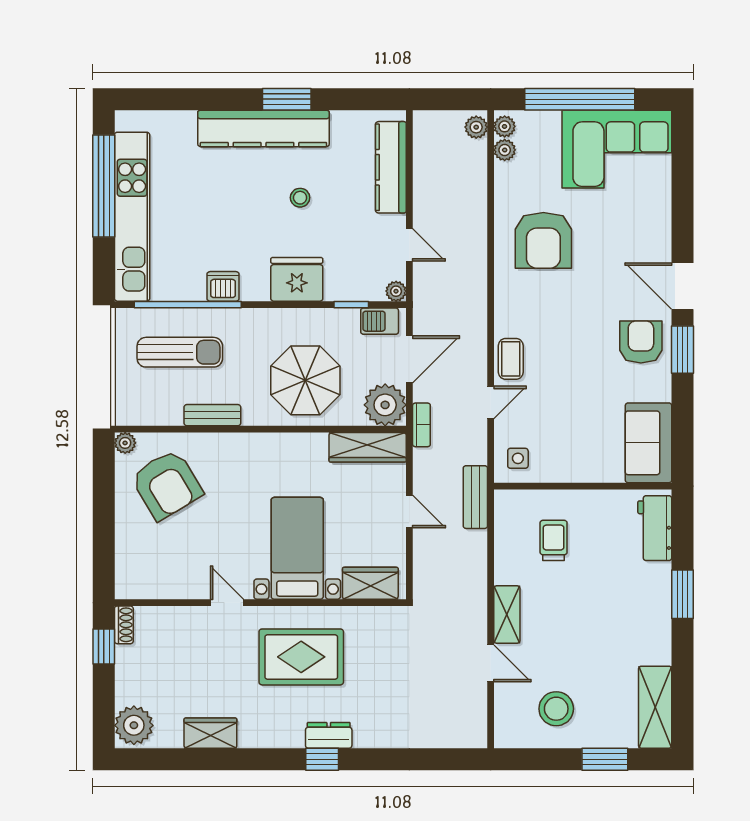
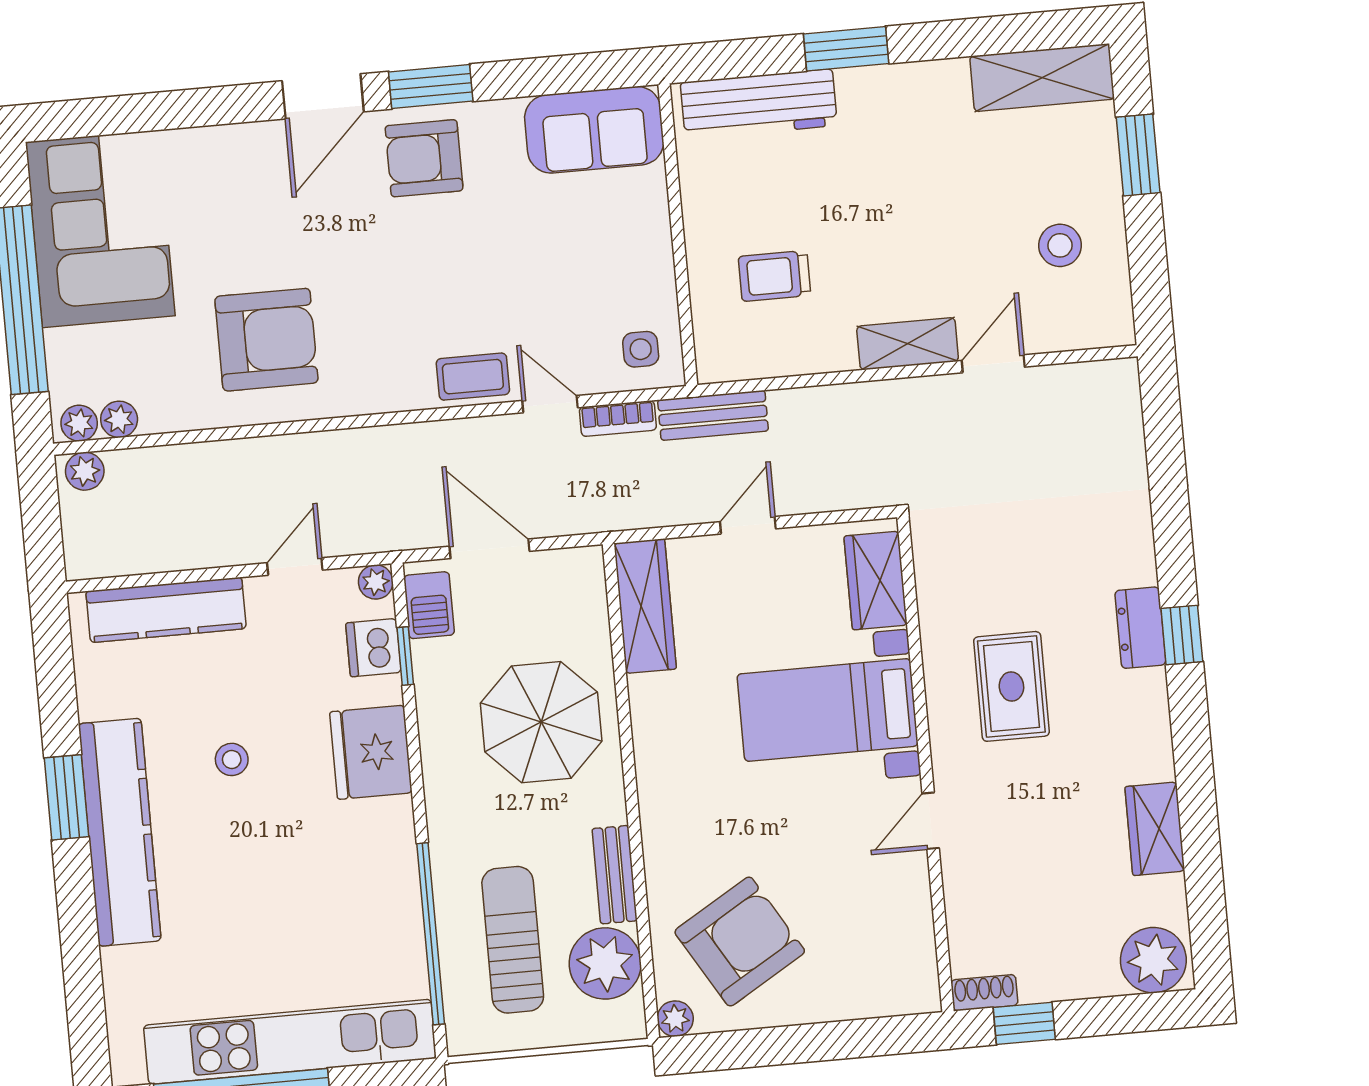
dishwasher: (223, 286) -> (373, 648), moved
plant: (385, 405) -> (605, 963), moved
bookcase: (421, 425) -> (618, 419), moved, turned 180
workbench: (655, 528) -> (759, 104), width x1.38
rug: (301, 657) -> (1011, 686), width x0.73, depth x0.70
stool: (556, 709) -> (1060, 245), width x0.73, depth x0.73

